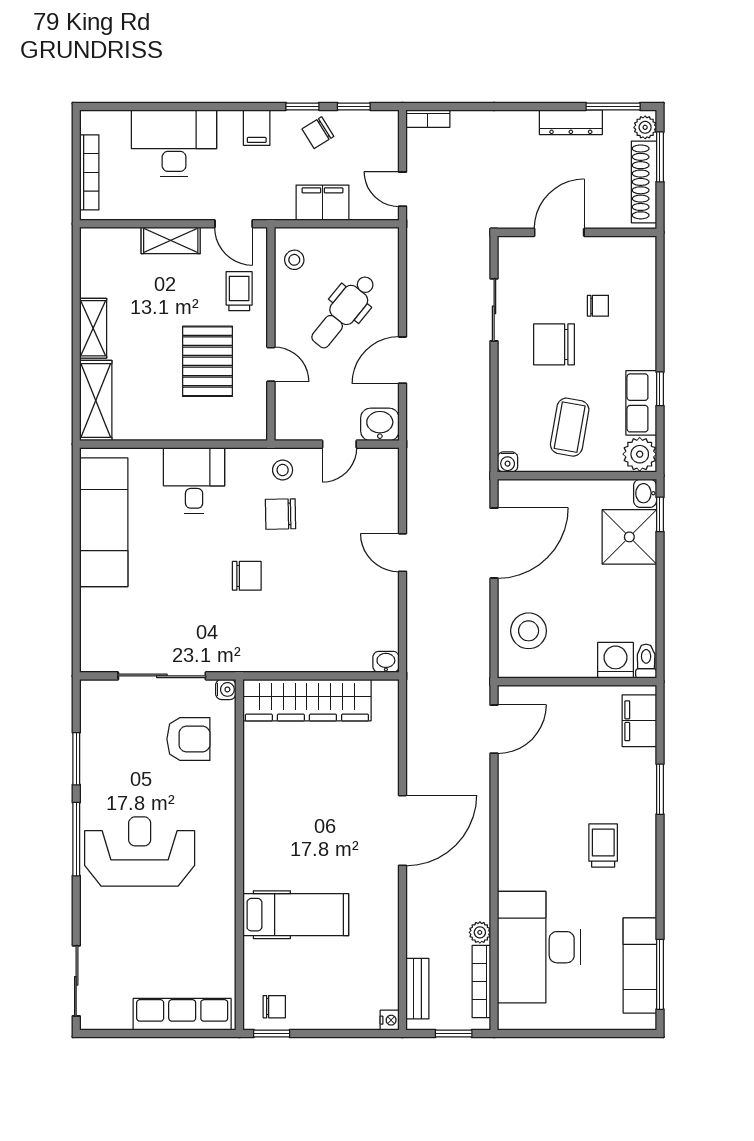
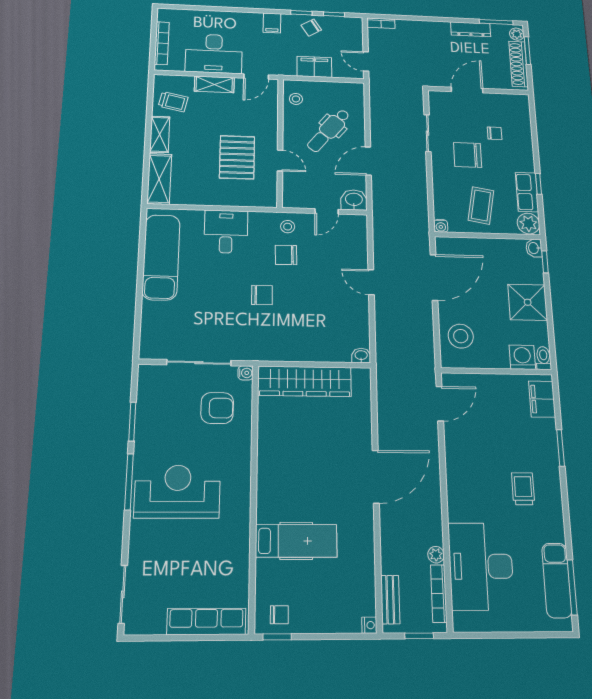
desk: (174, 143) -> (214, 54), moved, turned 180
door: (234, 224) -> (256, 76), hinge flipped
trolley: (239, 291) -> (173, 102), moved, turned 102
shower: (629, 537) -> (528, 302), moved

